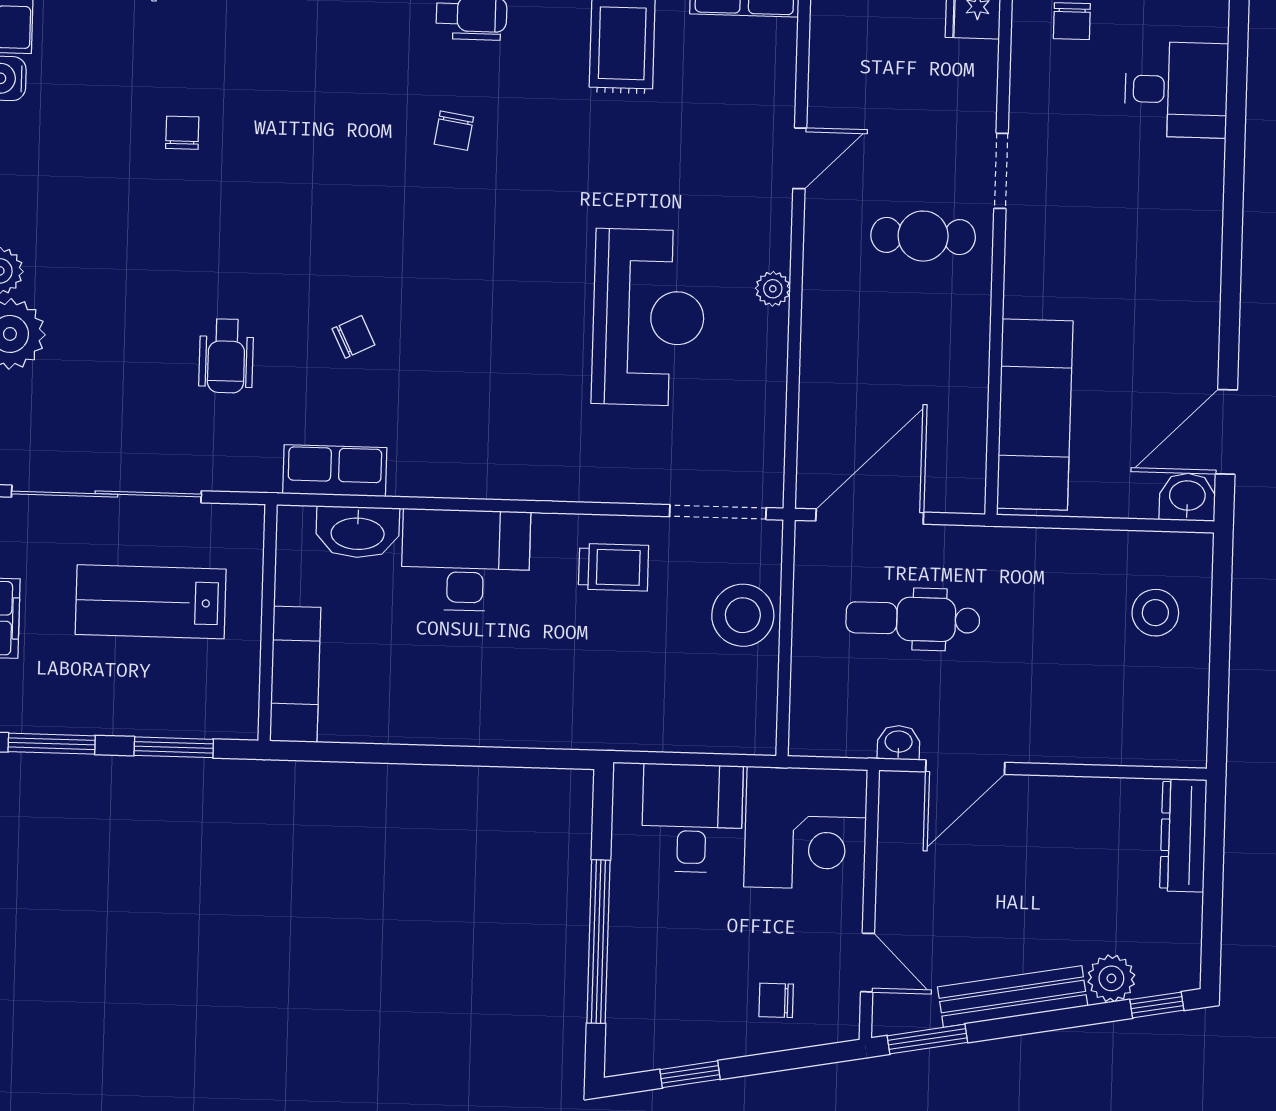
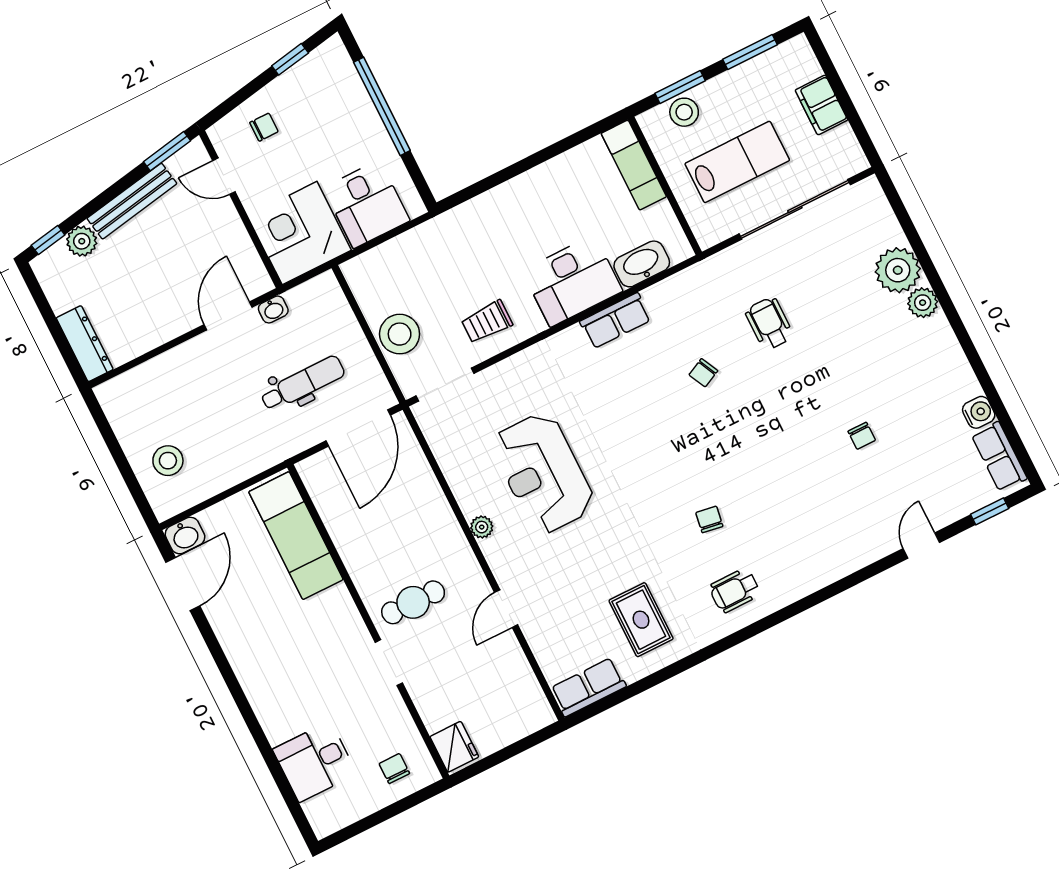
row of seats: (335, 471) -> (615, 321), moved
stool: (187, 710) -> (684, 112), added

